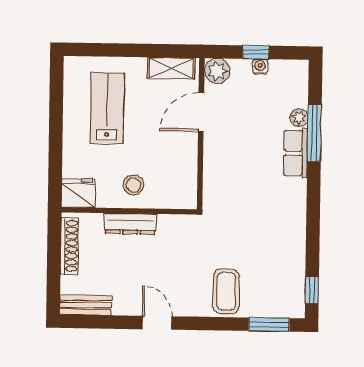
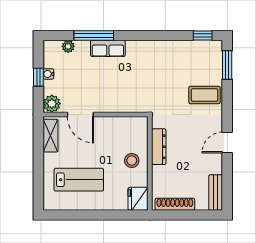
lab bench: (107, 108) -> (79, 180), turned 180
plant: (299, 117) -> (68, 46), moved
dresser: (130, 224) -> (159, 147), moved

